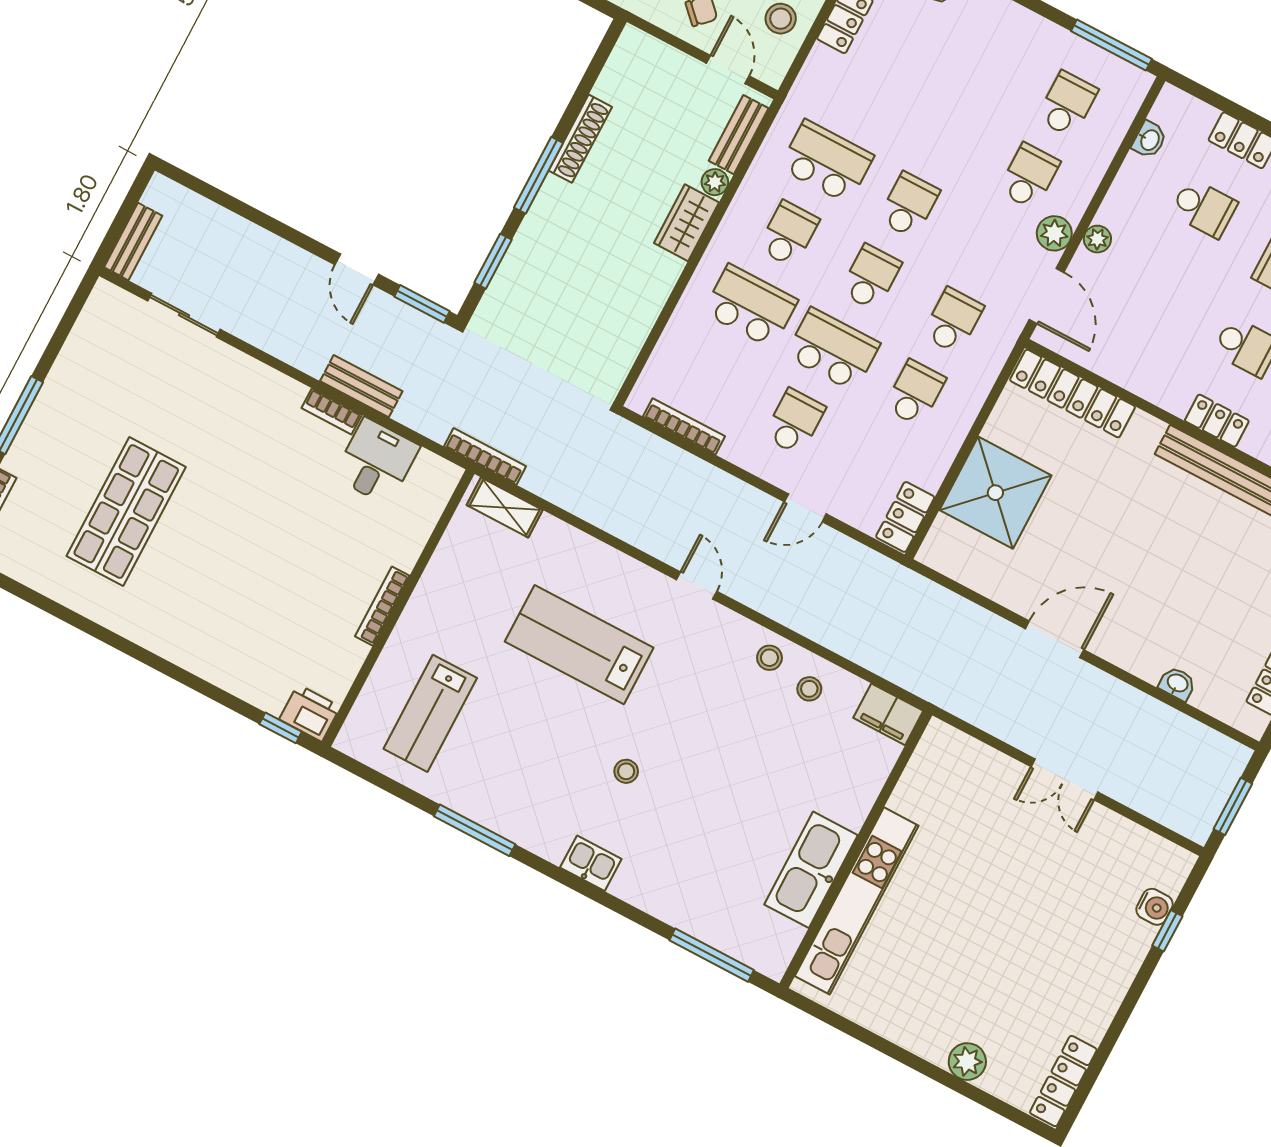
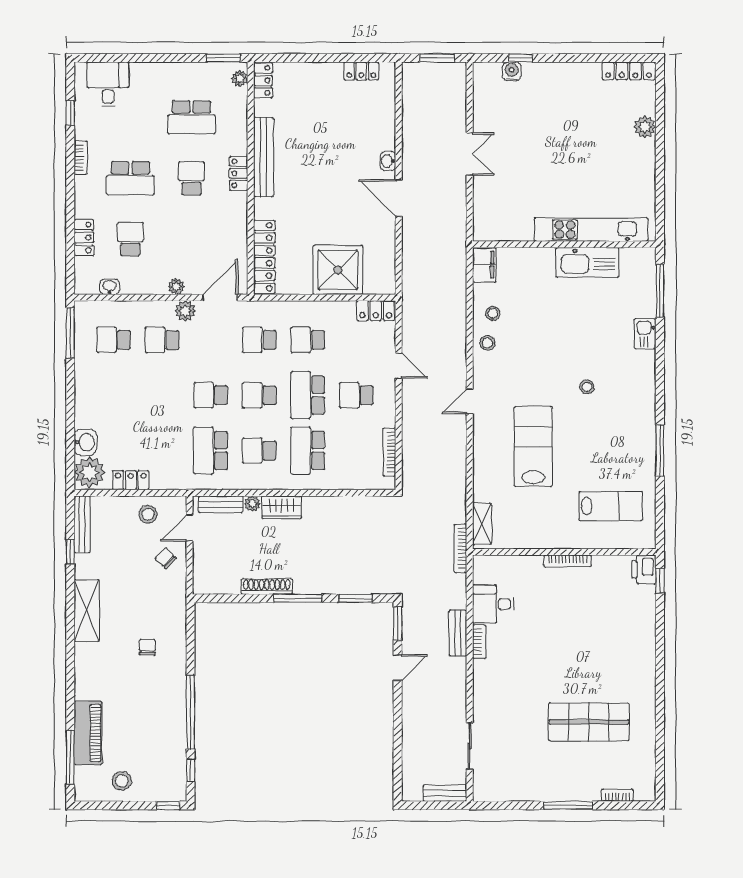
lab bench: (579, 645) -> (533, 447), turned 180
washbasin: (1177, 684) -> (388, 161), moved
kitchen sink: (591, 863) -> (645, 334), moved

